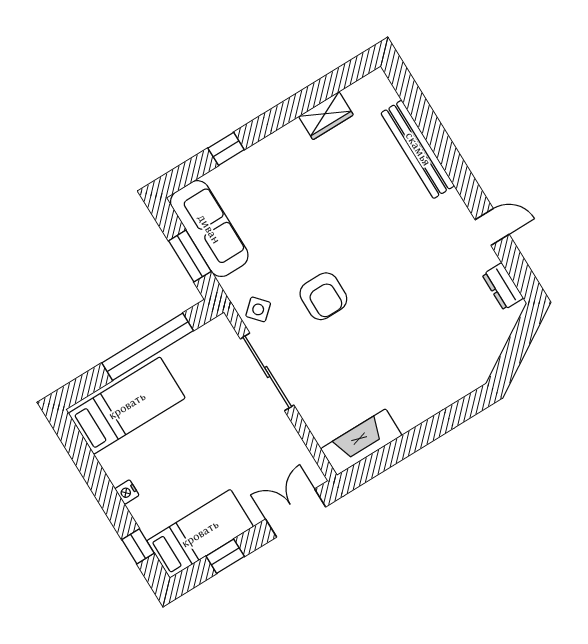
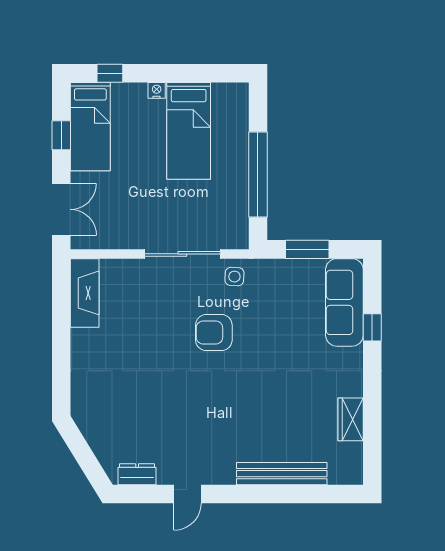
sofa: (209, 229) -> (344, 302), moved, turned 90
side table: (258, 309) -> (234, 277), turned 45
bed: (127, 406) -> (189, 131), moved

